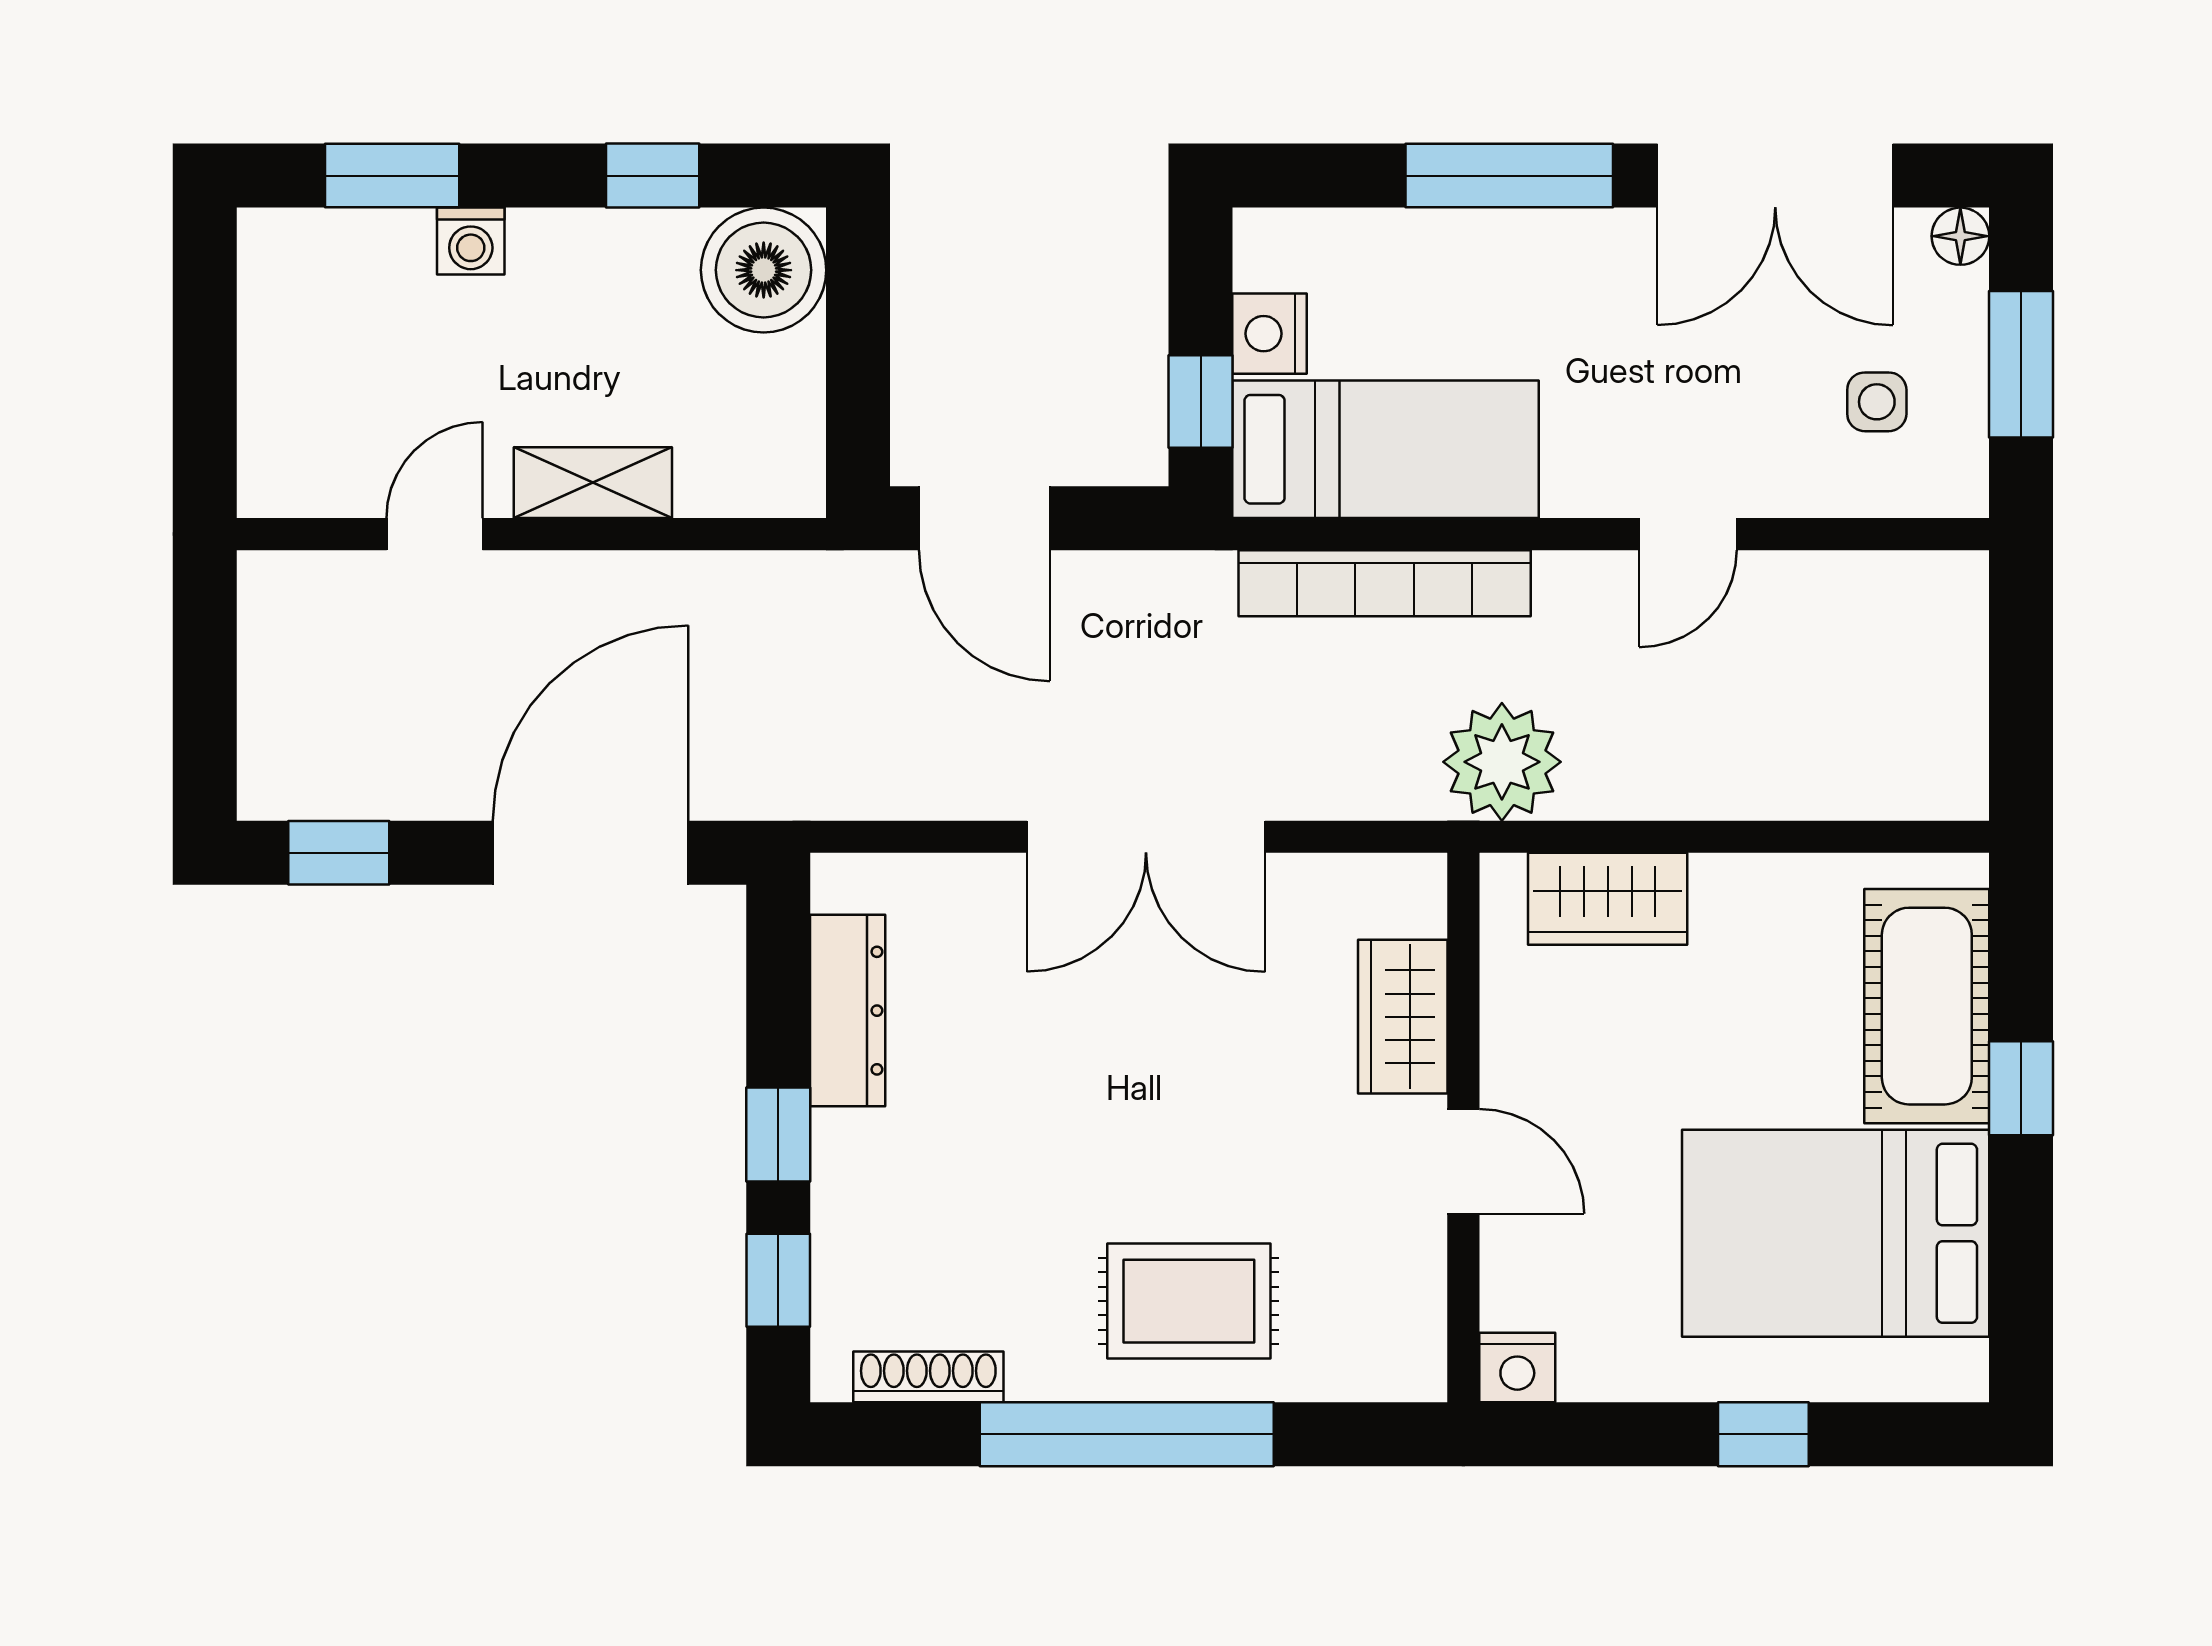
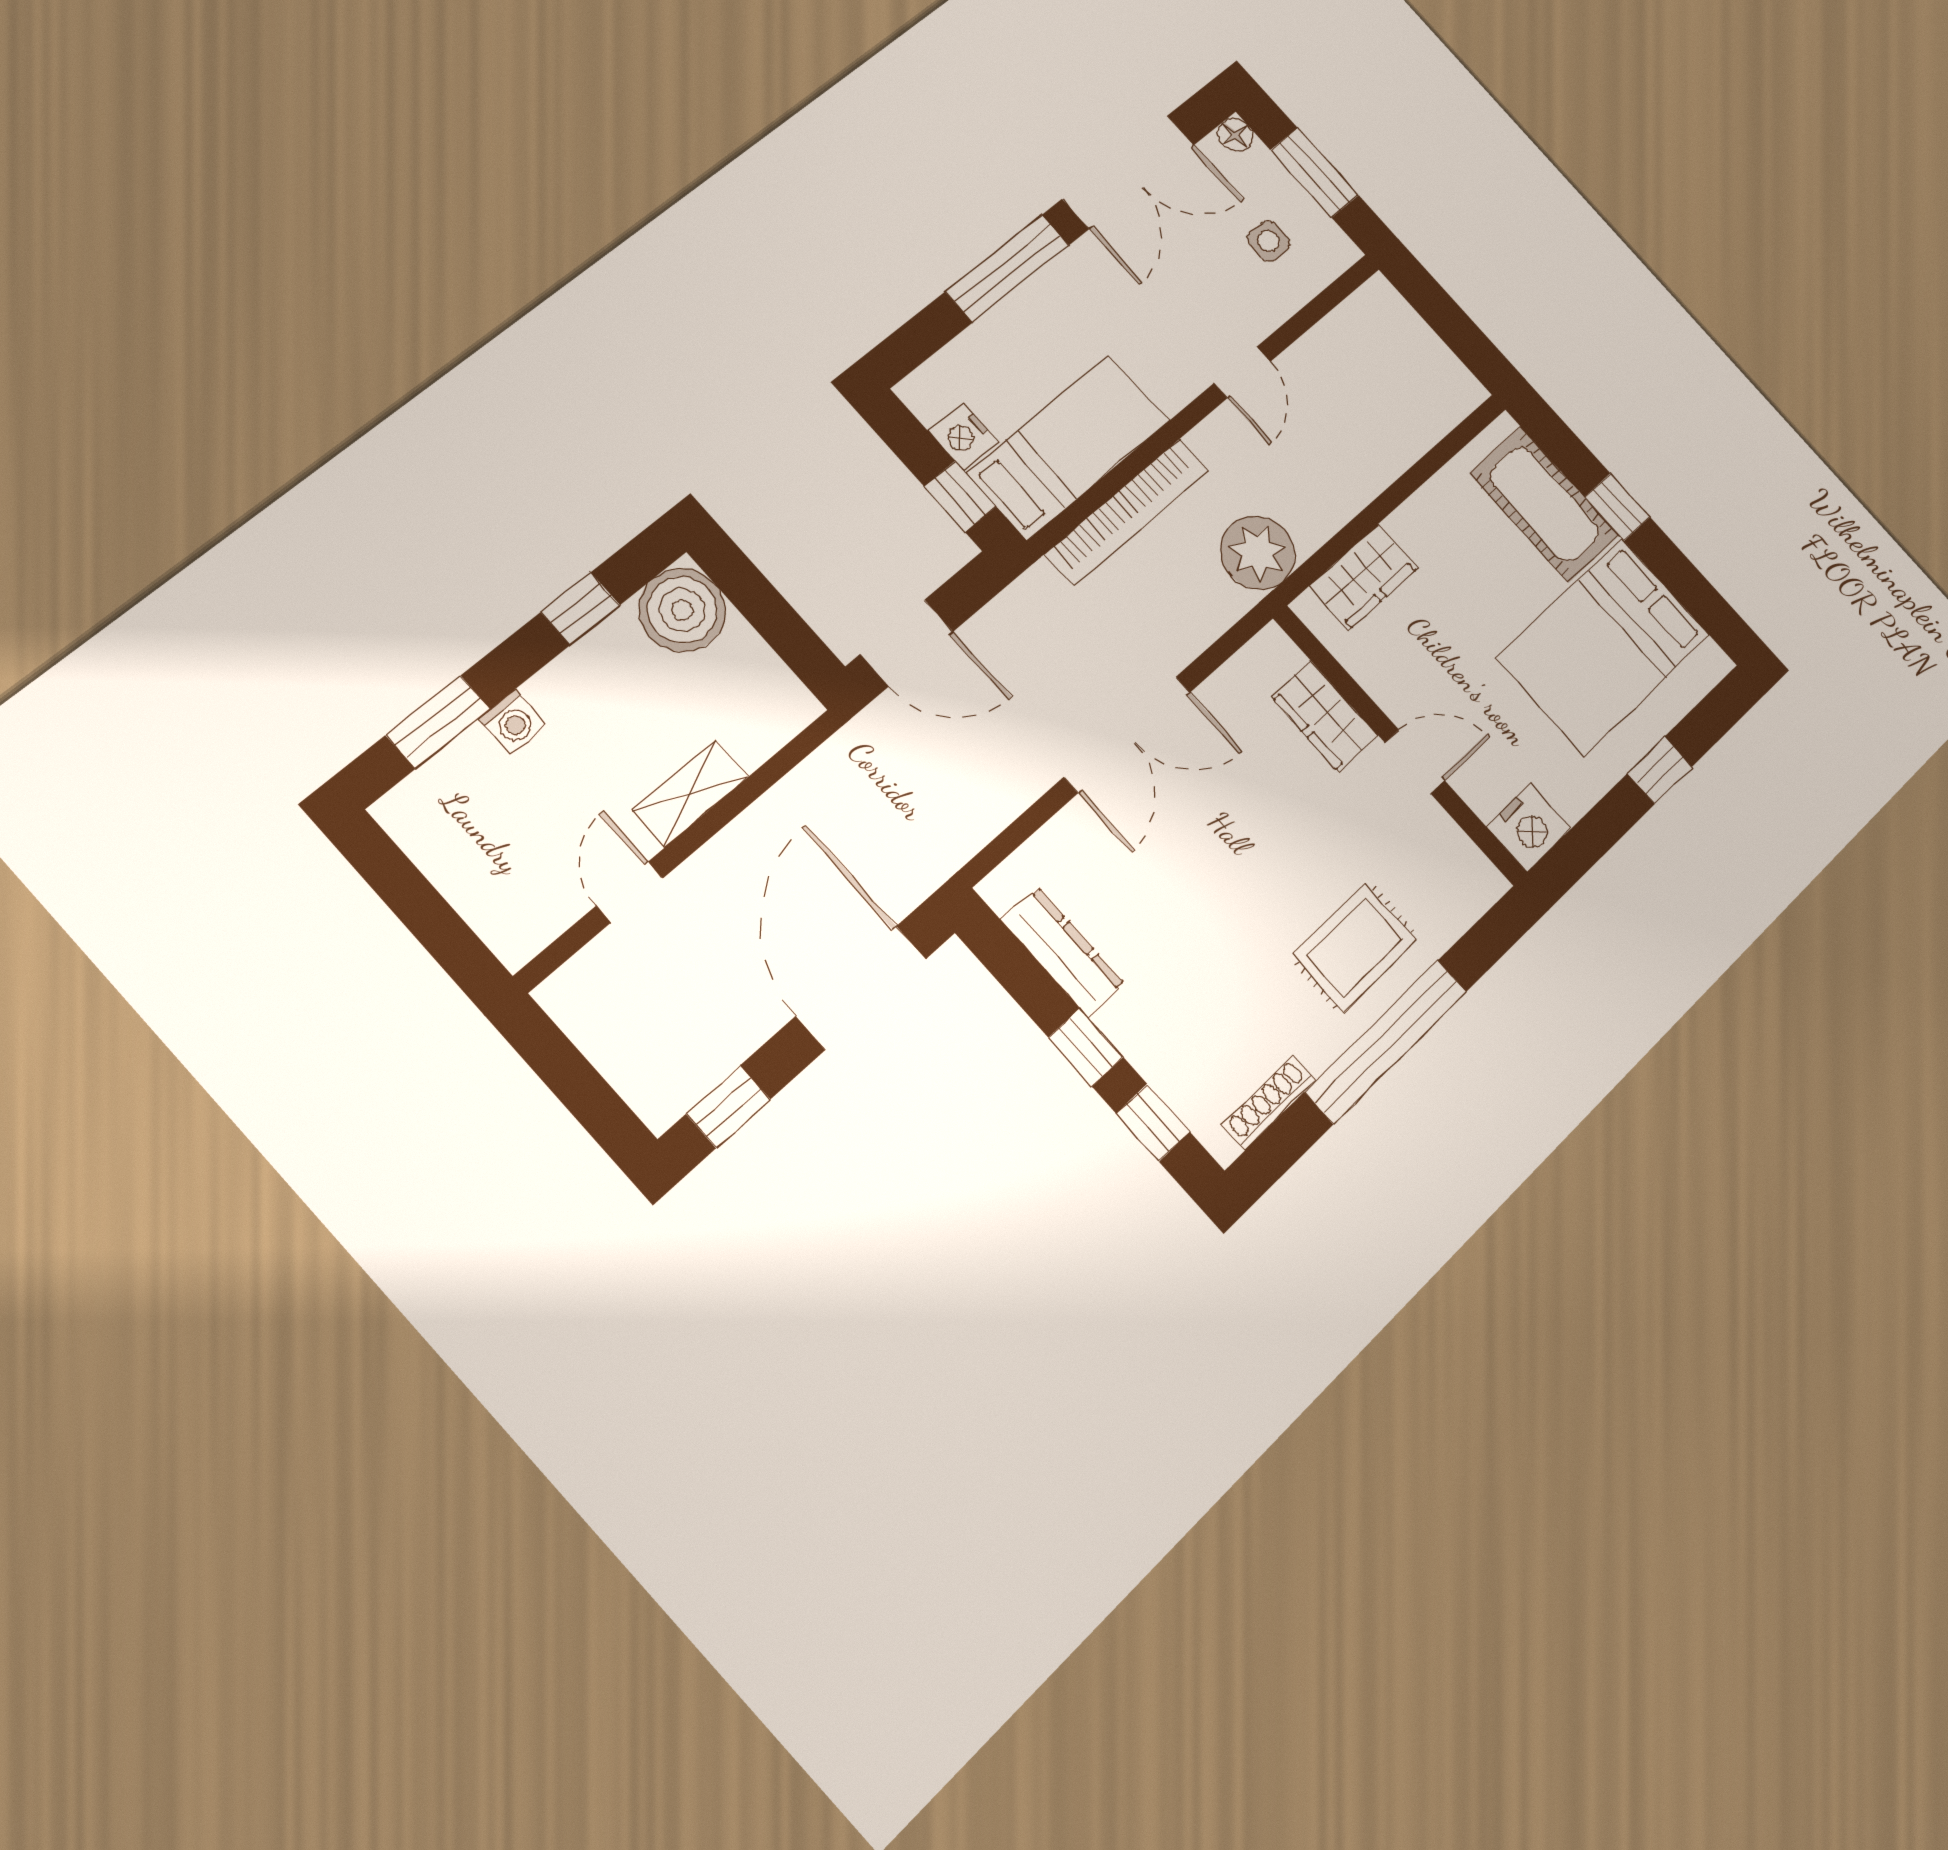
nightstand: (1517, 1367) -> (1529, 828), width x1.36, depth x1.33

